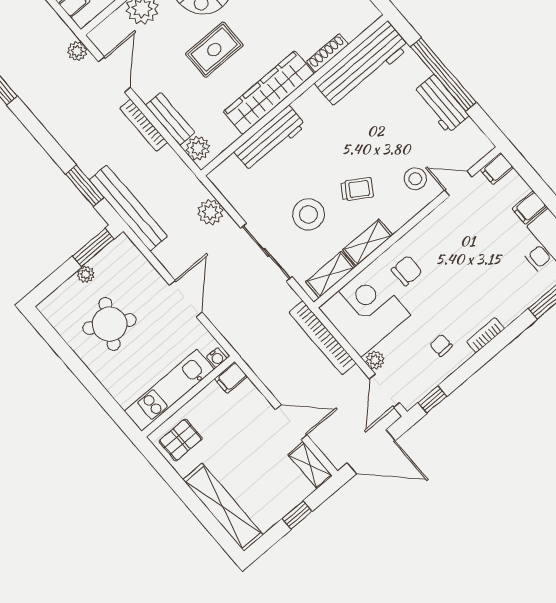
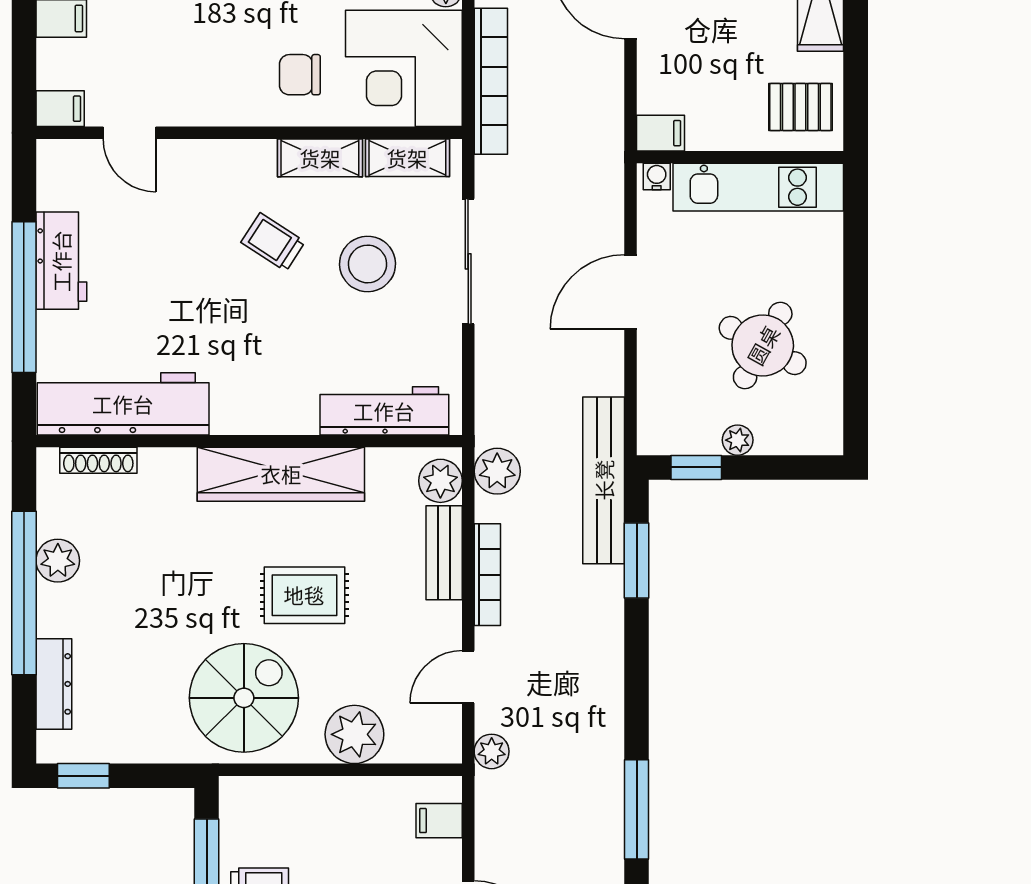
shoe rack: (327, 53) -> (98, 460), moved
door: (114, 74) -> (468, 677), width x0.73
workbench: (270, 139) -> (384, 411), moved
stool: (415, 179) -> (182, 189), removed
plant: (210, 212) -> (497, 471), moved
window: (93, 248) -> (696, 467), width x0.67

